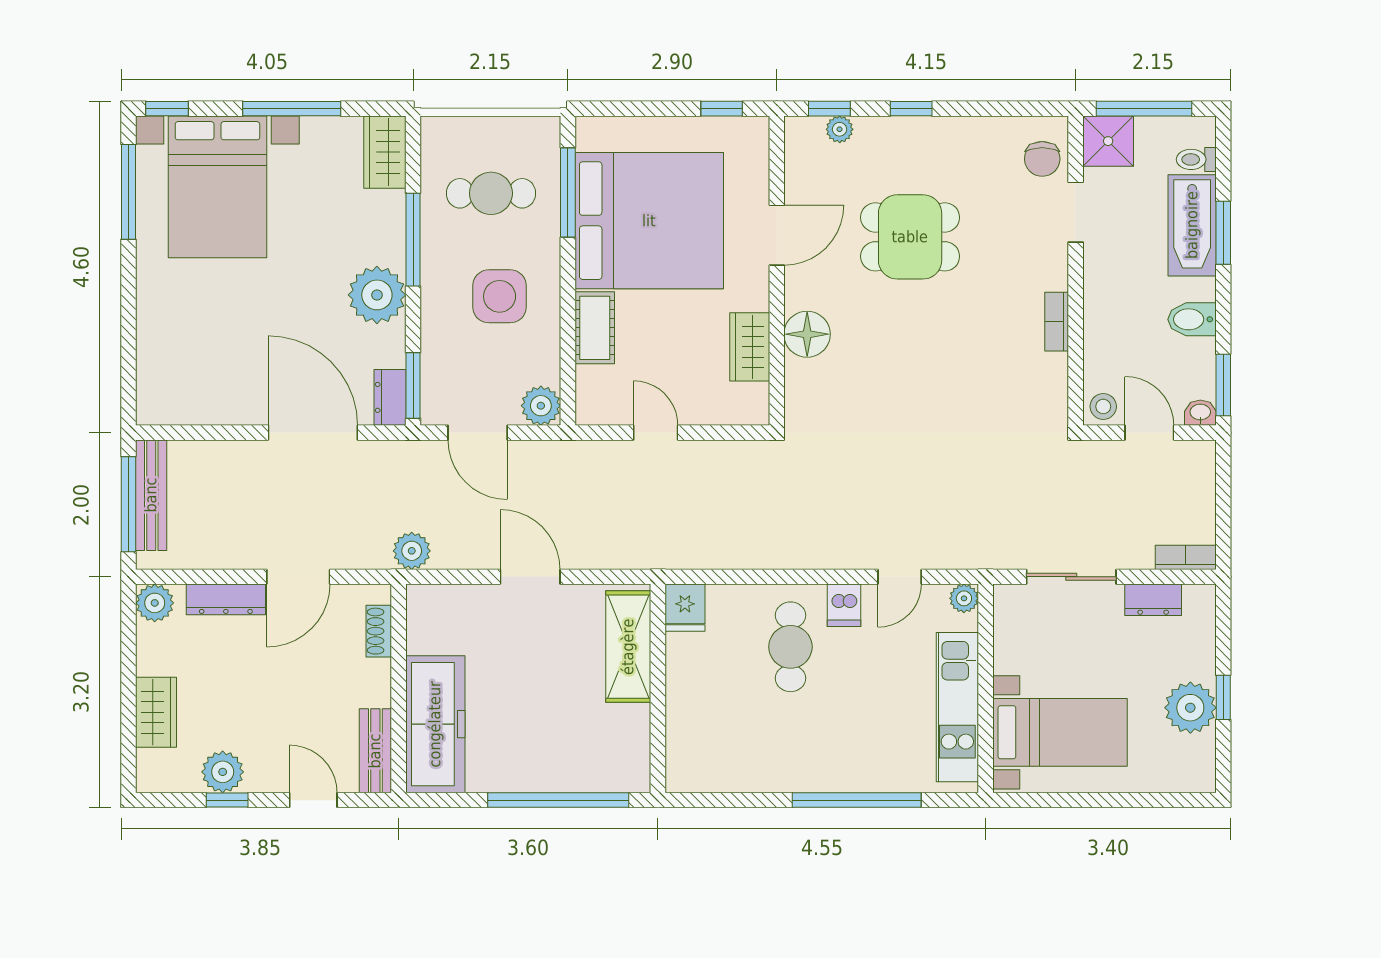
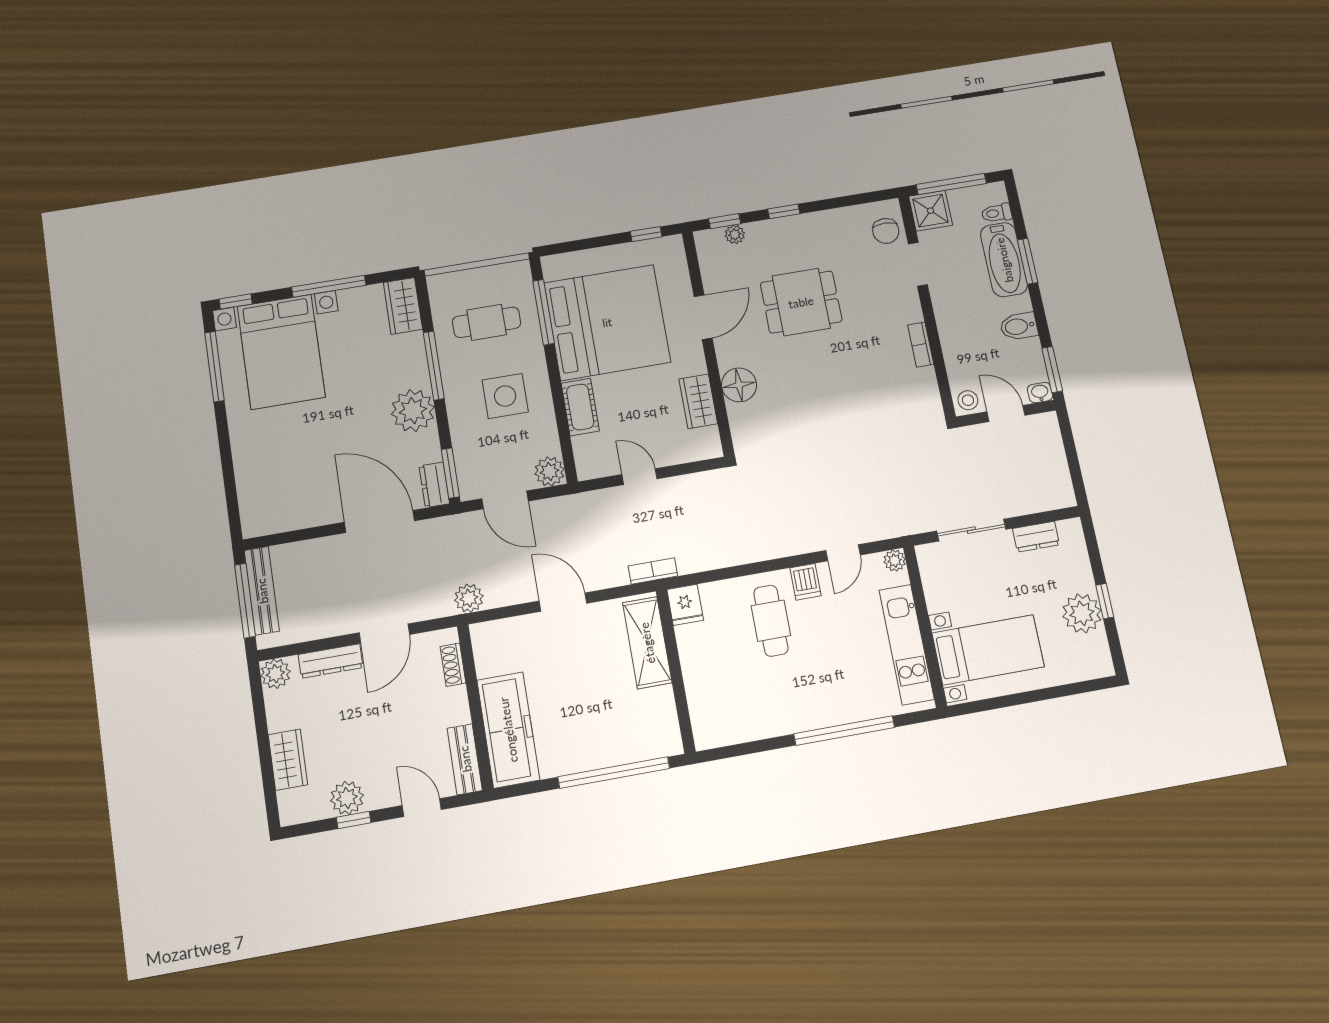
bookcase: (1186, 557) -> (653, 571), moved

